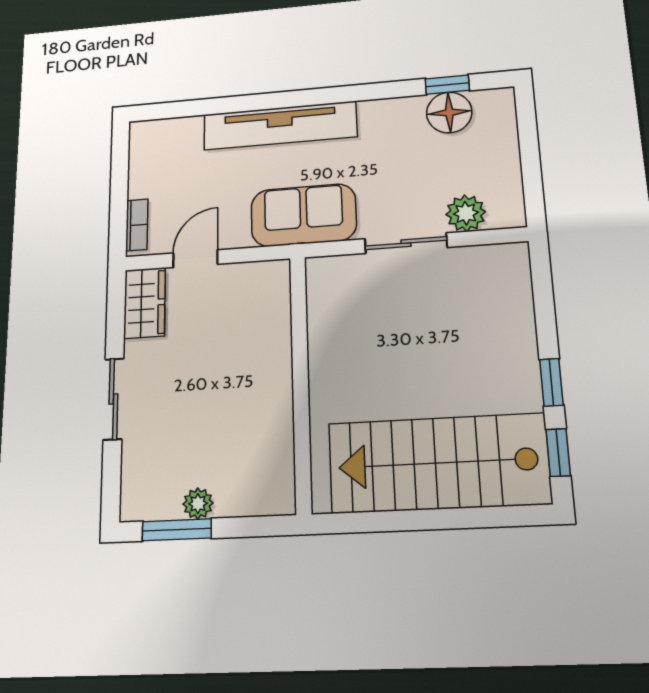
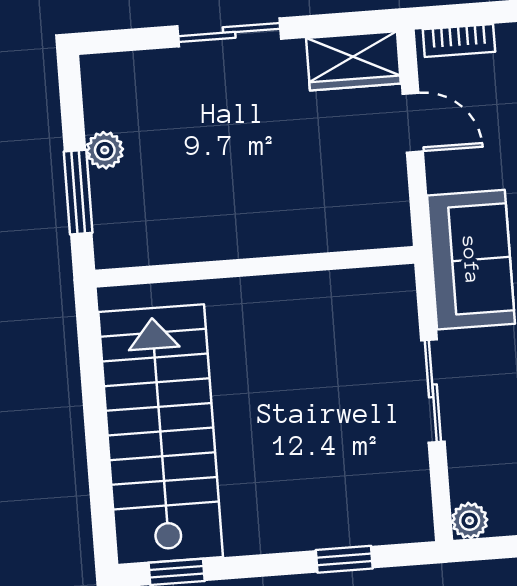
plant: (466, 213) -> (470, 521), moved, width x0.73, depth x0.73
window: (551, 382) -> (344, 559), moved
window: (177, 530) -> (78, 192), moved

